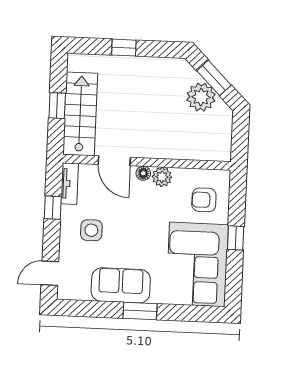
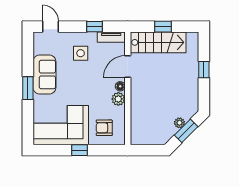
plant: (201, 97) -> (179, 123), width x0.53, depth x0.53
armchair: (204, 200) -> (104, 128), turned -90

